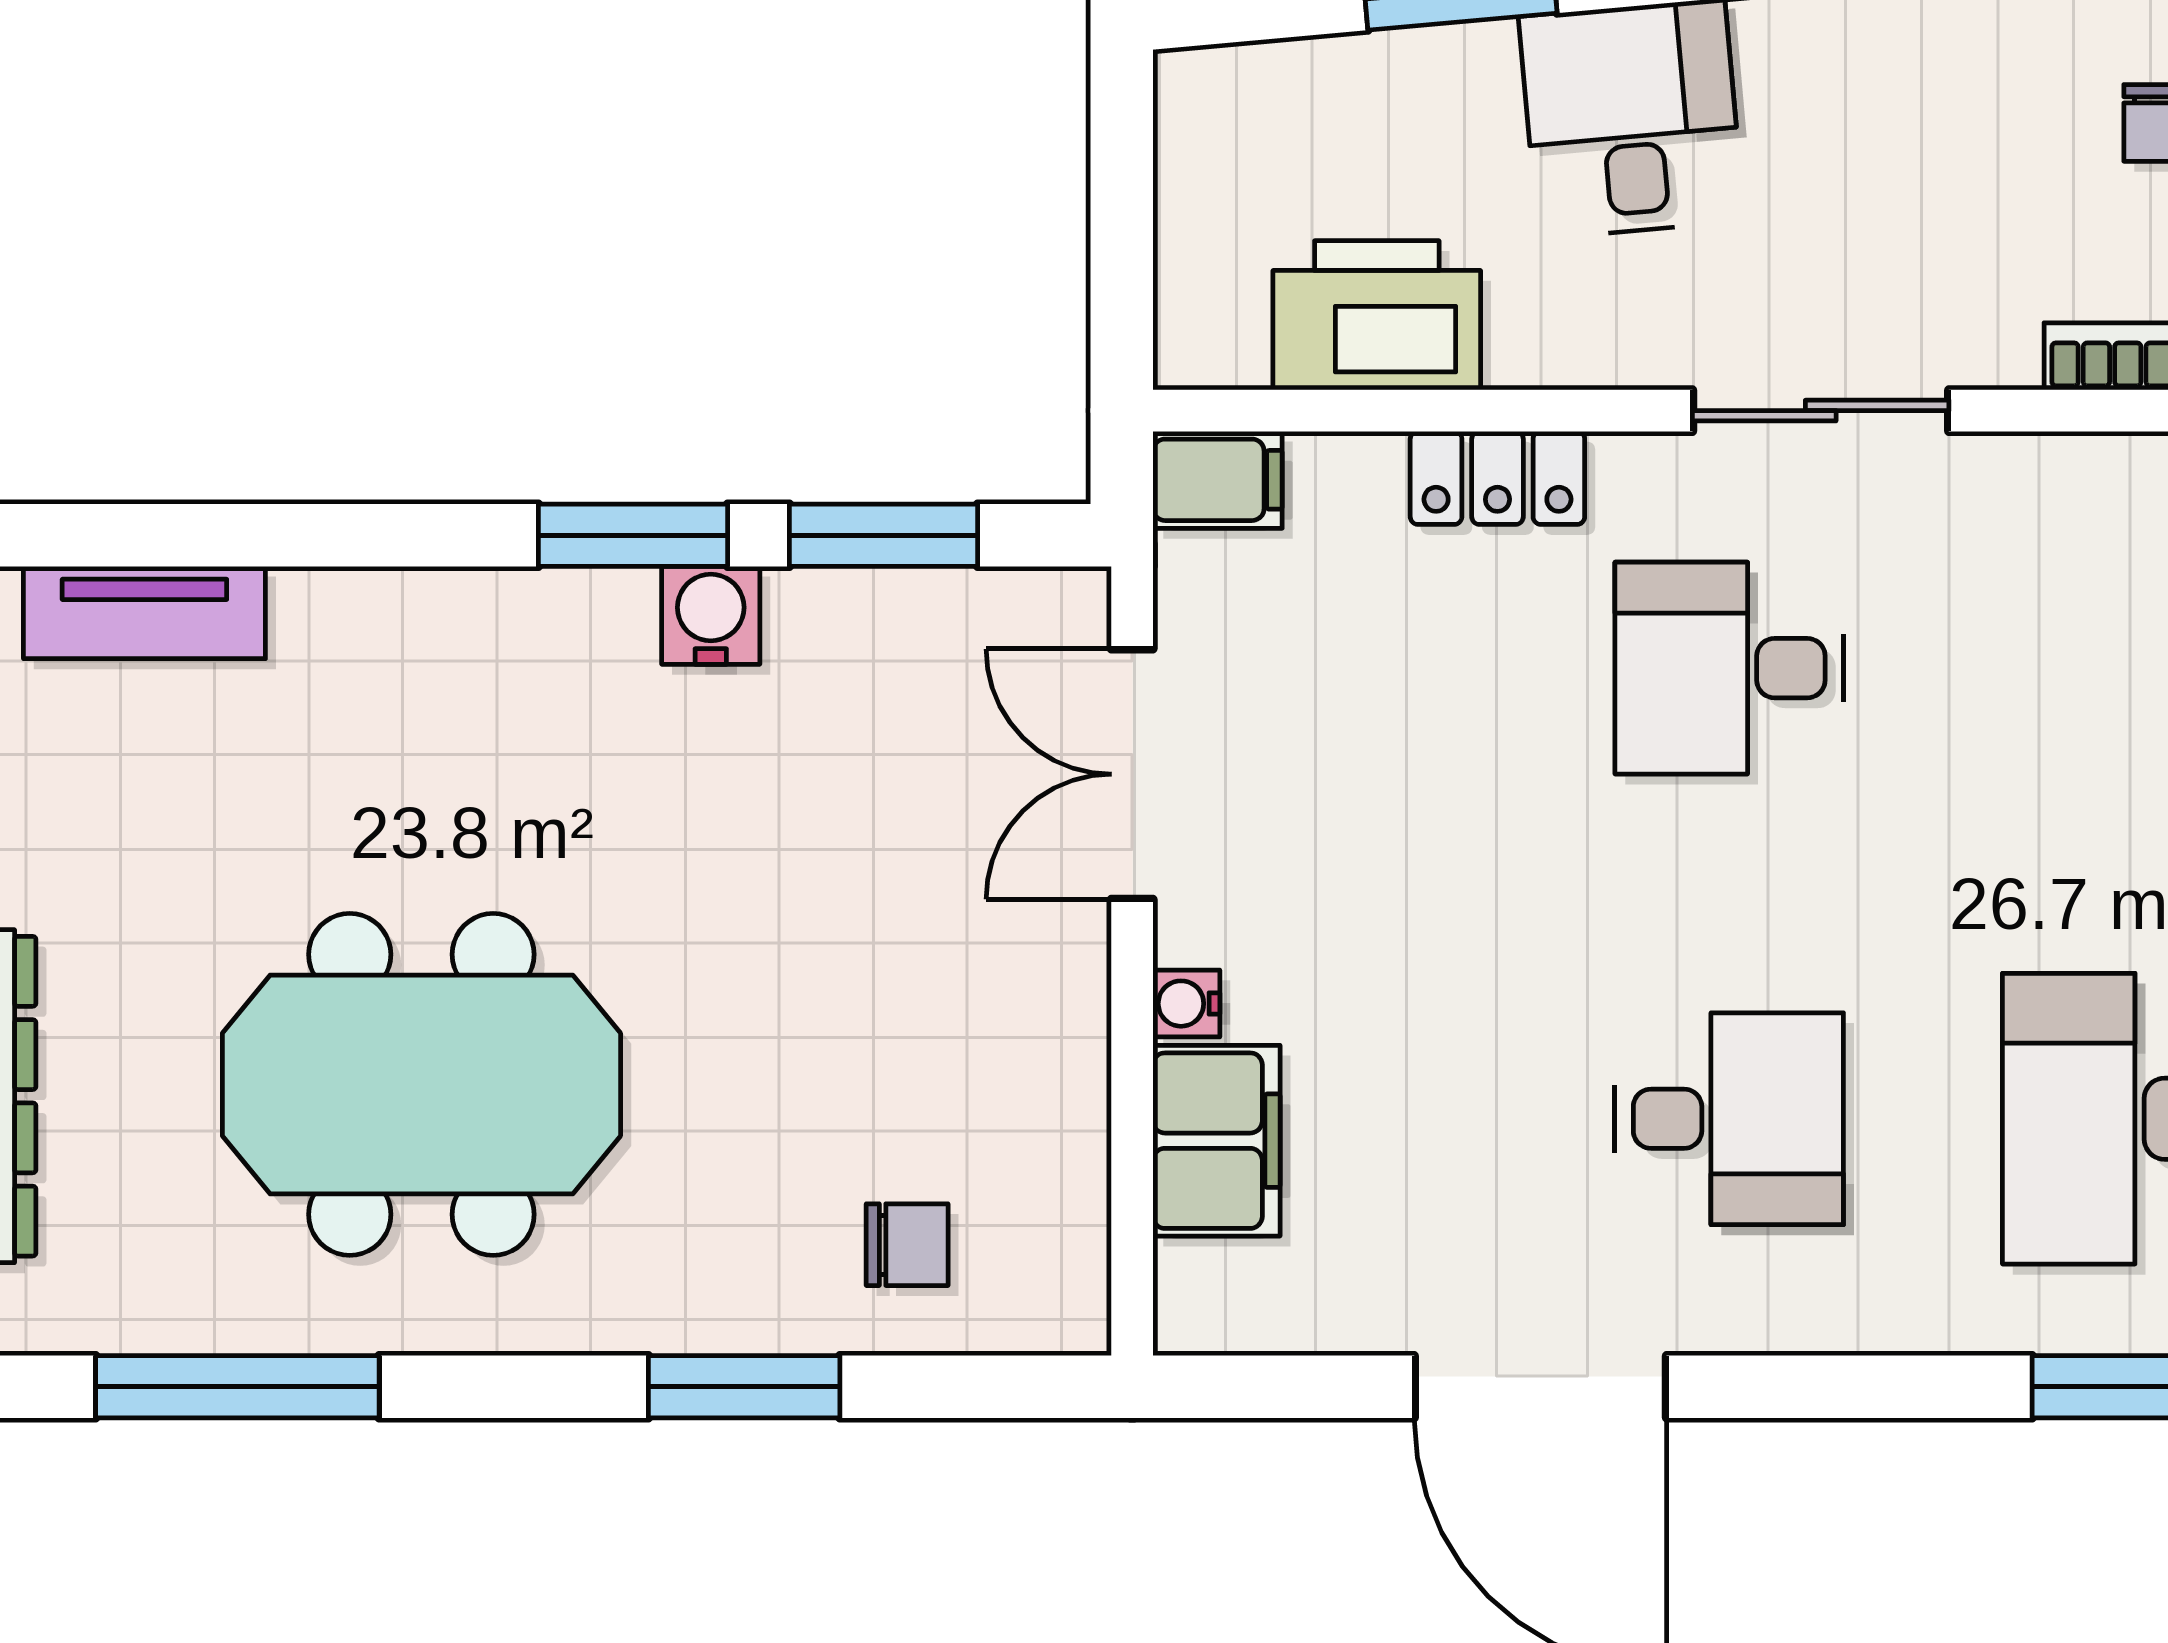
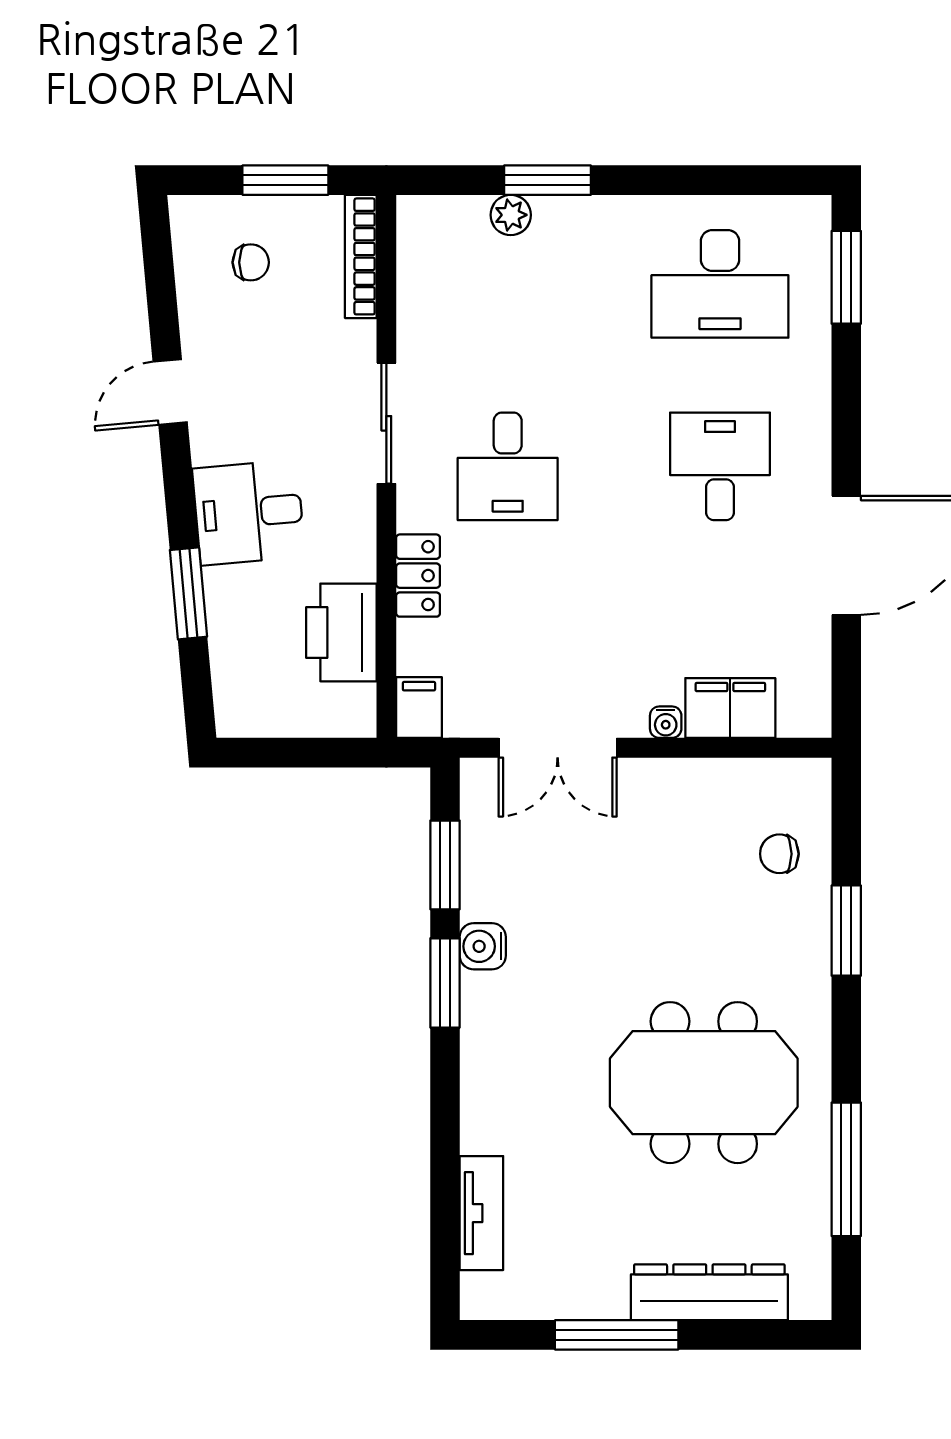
meeting table: (421, 1084) -> (704, 1083), turned 90
chair: (907, 1245) -> (779, 854), turned -90

